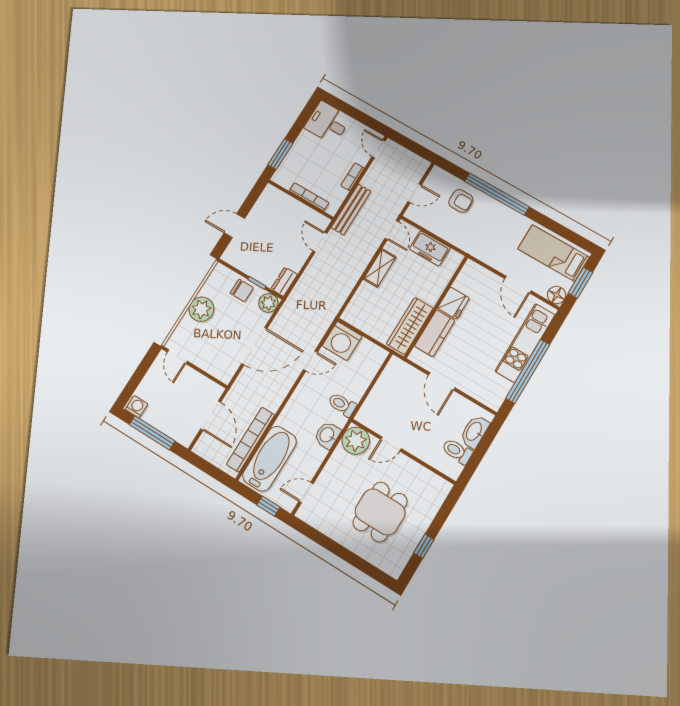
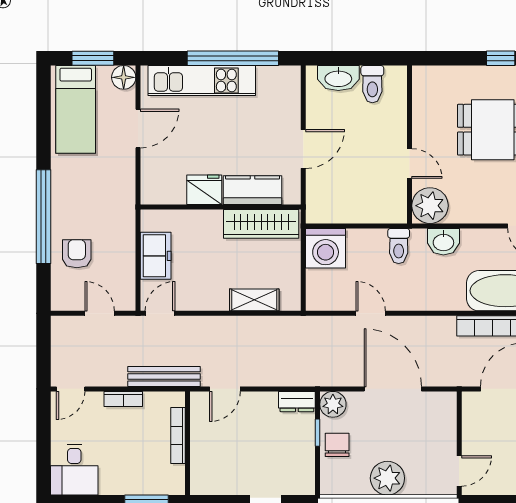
shelving: (380, 268) -> (254, 300), moved
washing machine: (342, 341) -> (326, 248), moved, turned 90

